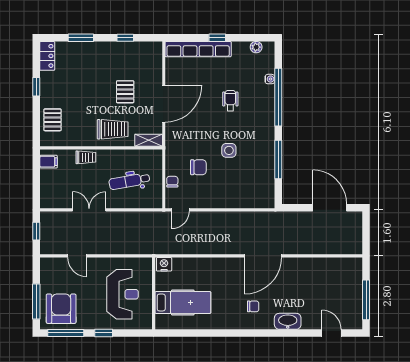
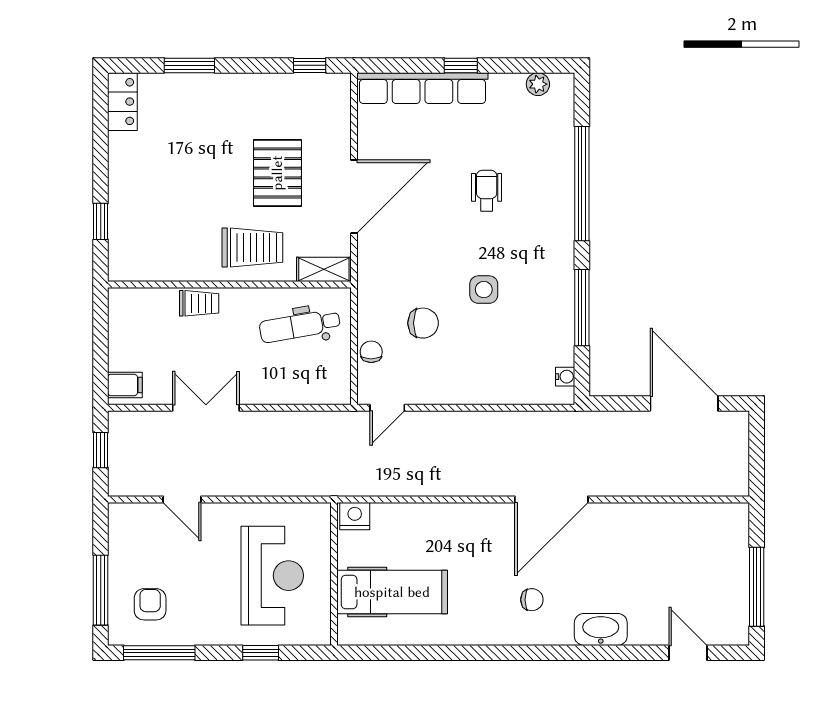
window: (125, 38) -> (310, 65), moved
water cooler: (270, 79) -> (565, 377), moved
window: (36, 87) -> (101, 221), moved
pallet: (125, 92) -> (277, 173), width x1.50, depth x1.42
pallet: (53, 120) -> (133, 229), removed
filing cabinet: (48, 162) -> (125, 385), moved
dental chair: (129, 181) -> (300, 326), moved
armchair: (61, 309) -> (150, 604), width x0.53, depth x0.53
window: (104, 333) -> (261, 653), moved

